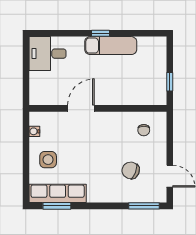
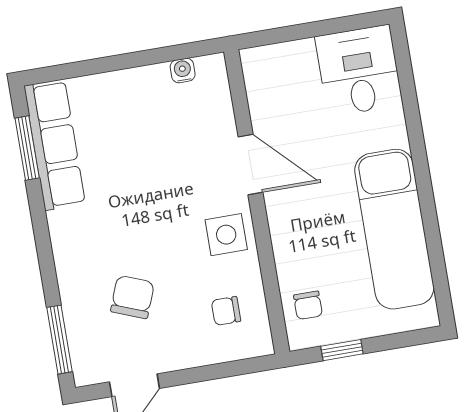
window: (101, 33) -> (423, 180), removed
exam couch: (111, 46) -> (394, 229), width x1.36, depth x1.45
chair: (147, 93) -> (308, 305), added
side table: (48, 160) -> (226, 235), moved

